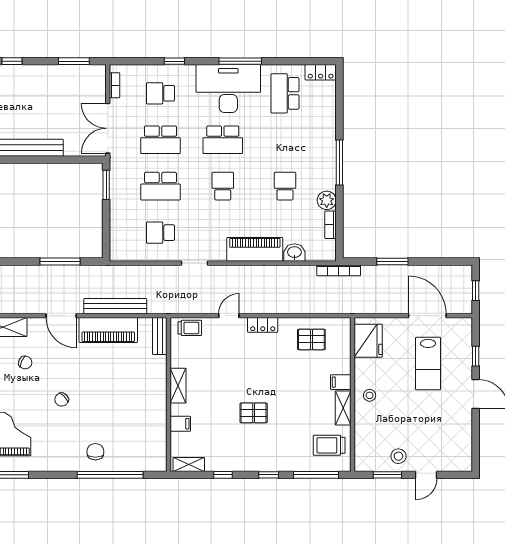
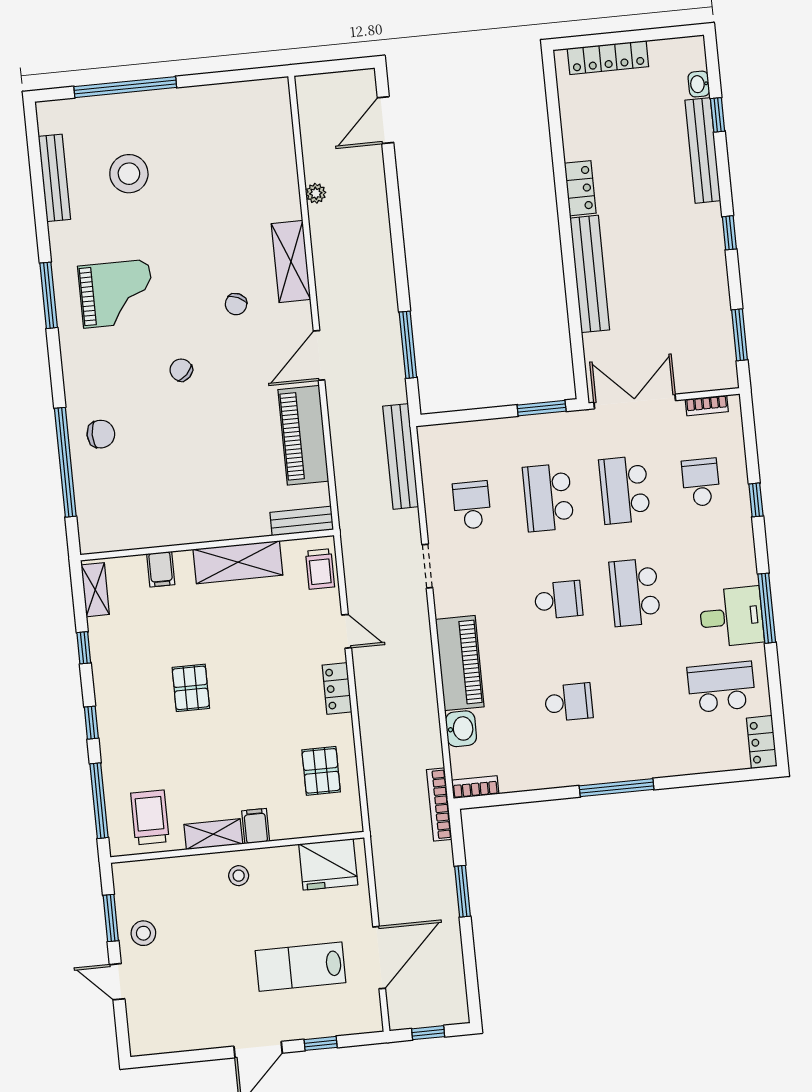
desk: (228, 89) -> (731, 617), width x0.53, depth x0.77
plant: (327, 200) -> (552, 773), removed
bookcase: (330, 225) -> (475, 787), moved
bench: (115, 306) -> (401, 456), moved
shelving: (178, 386) -> (238, 562), width x1.50, depth x1.33

